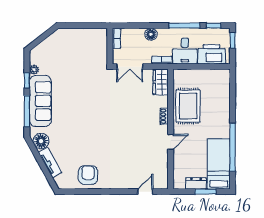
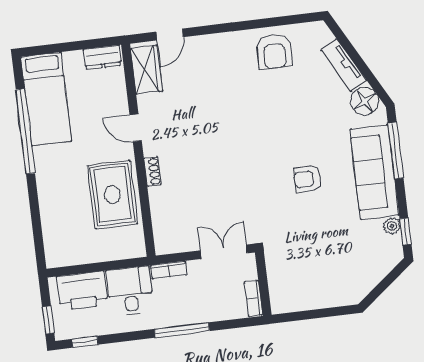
window: (184, 26) -> (182, 330), moved
floor lamp: (151, 34) -> (193, 313), removed
window: (27, 80) -> (405, 232), moved
wardrobe: (161, 82) -> (147, 70), moved
armchair: (78, 102) -> (308, 179), added
door: (171, 142) -> (136, 128), hinge flipped
dresser: (196, 183) -> (102, 57), moved
window: (205, 192) -> (64, 47), removed

